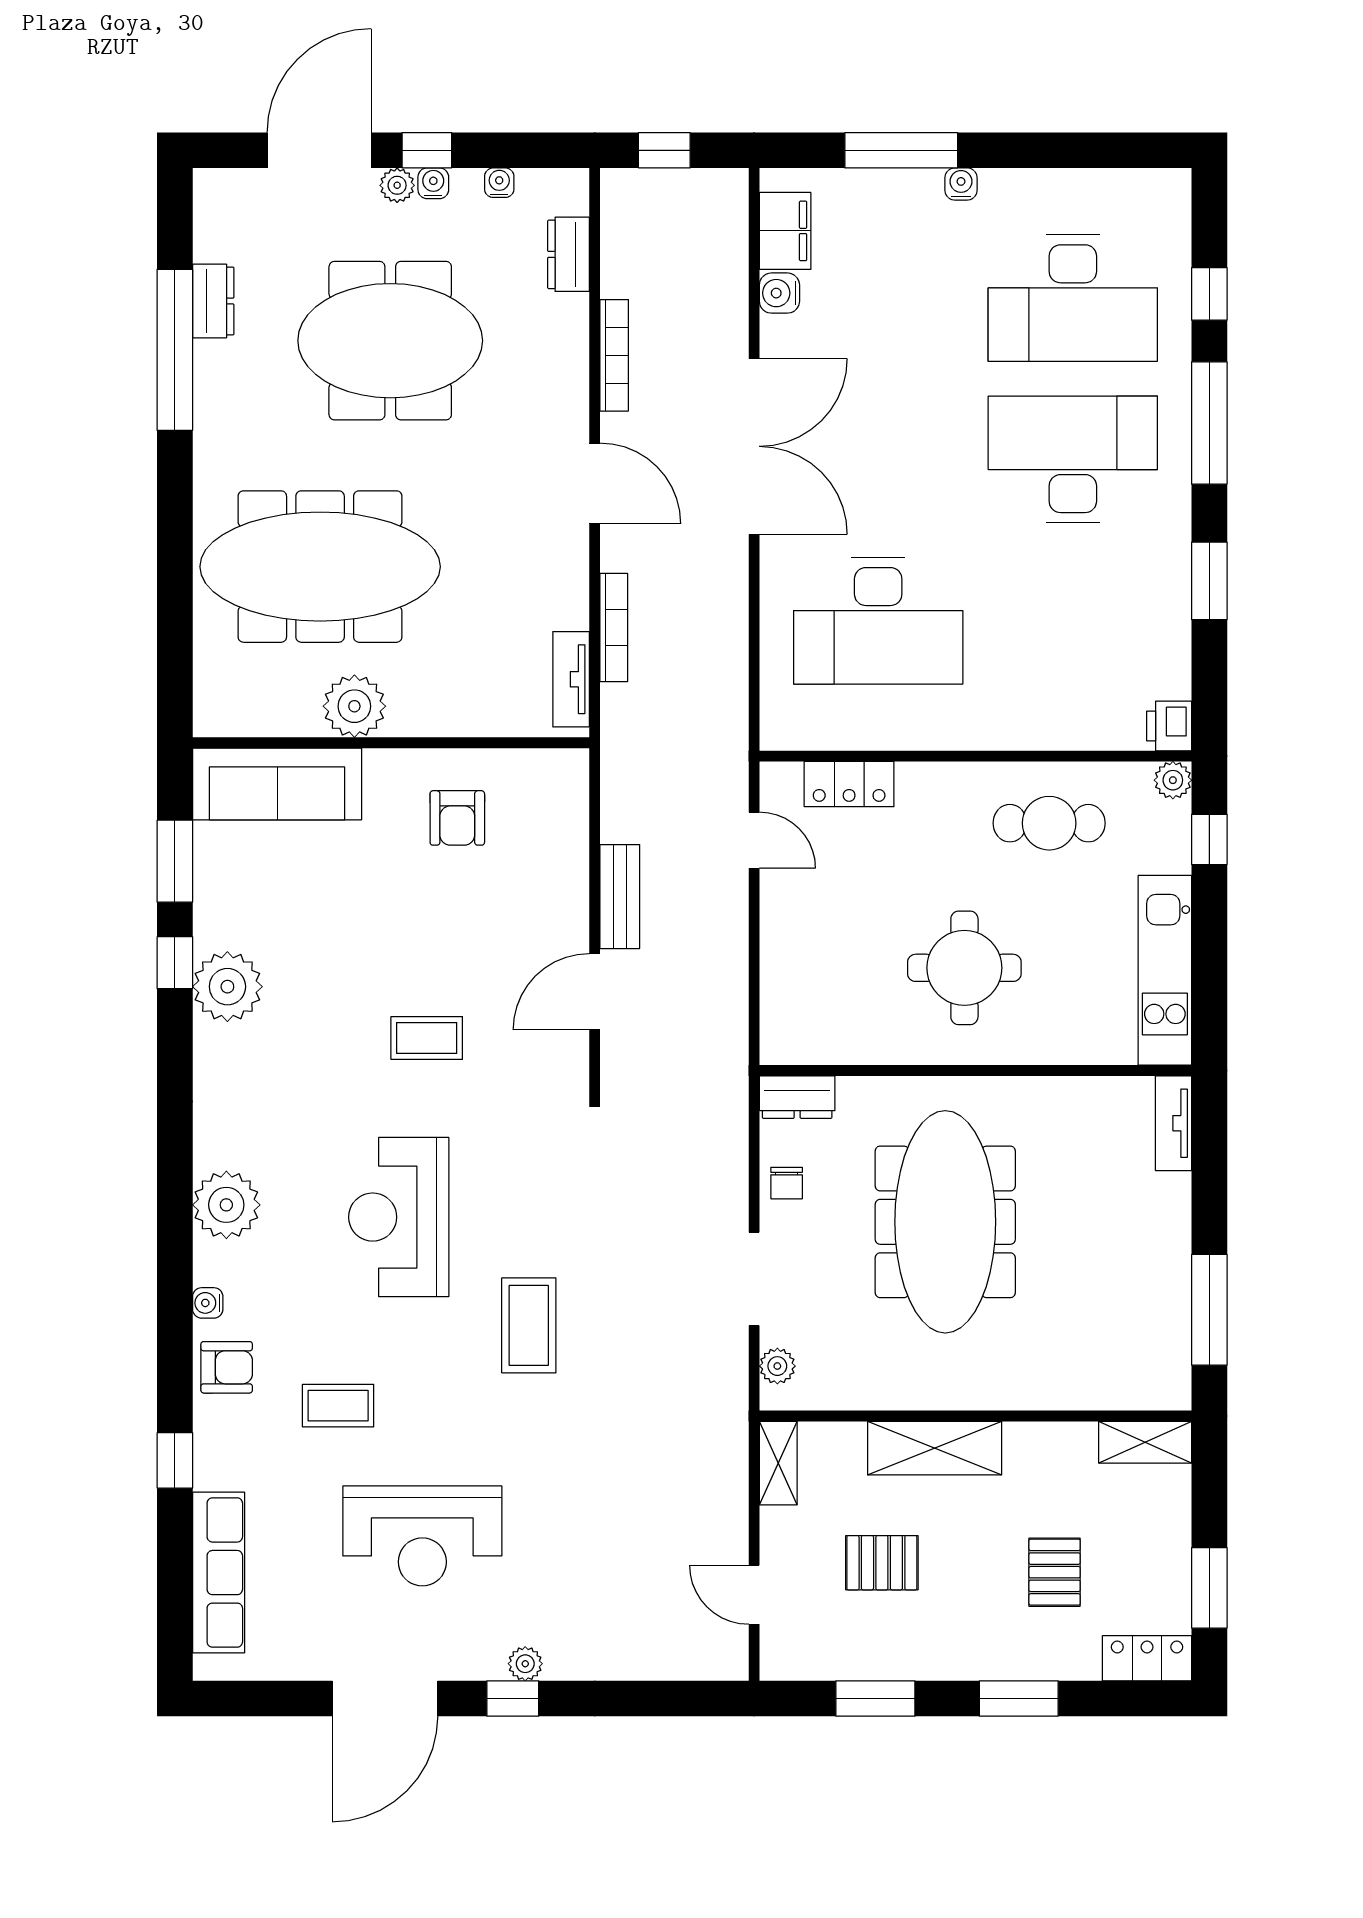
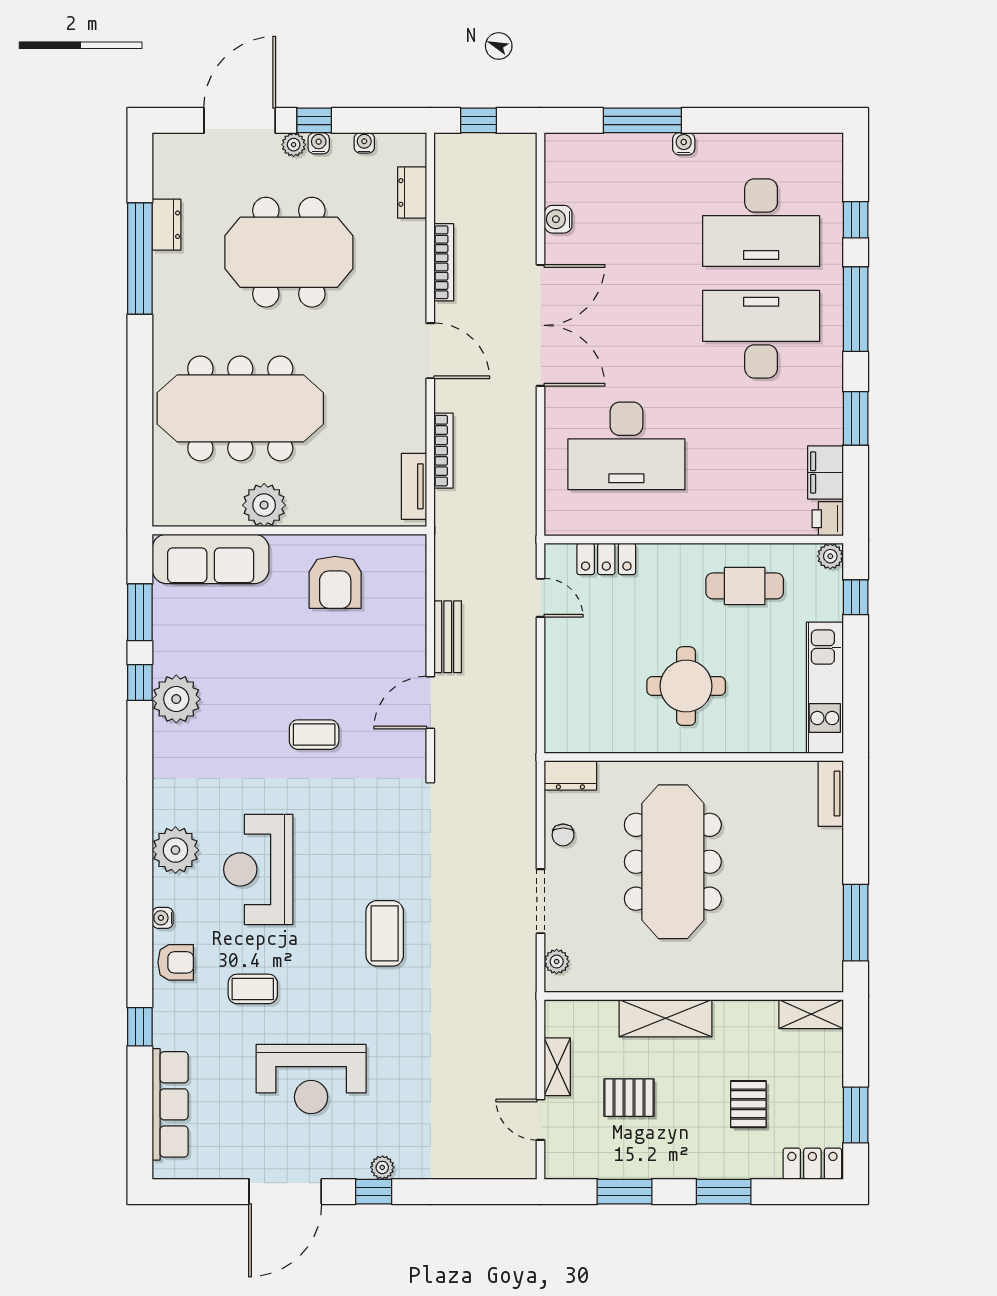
filing cabinet: (785, 231) -> (825, 472), moved, turned 180
armchair: (457, 818) -> (335, 582), width x1.38, depth x1.38
reception desk: (399, 1217) -> (258, 869), moved
shelving: (778, 1463) -> (557, 1067), moved

